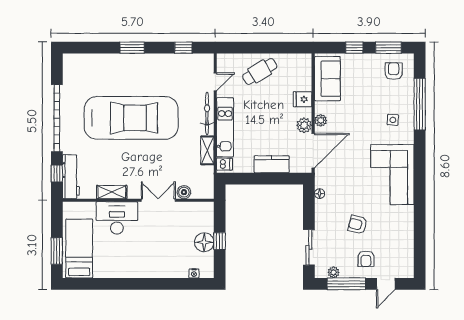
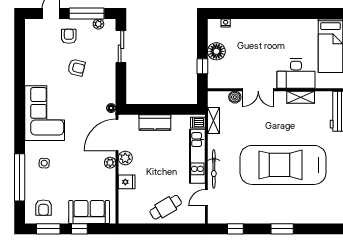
sofa: (327, 79) -> (89, 212), moved, turned 90
shelving: (207, 150) -> (214, 120), moved
floor lamp: (320, 194) -> (111, 108), moved
window: (220, 241) -> (202, 66), moved

